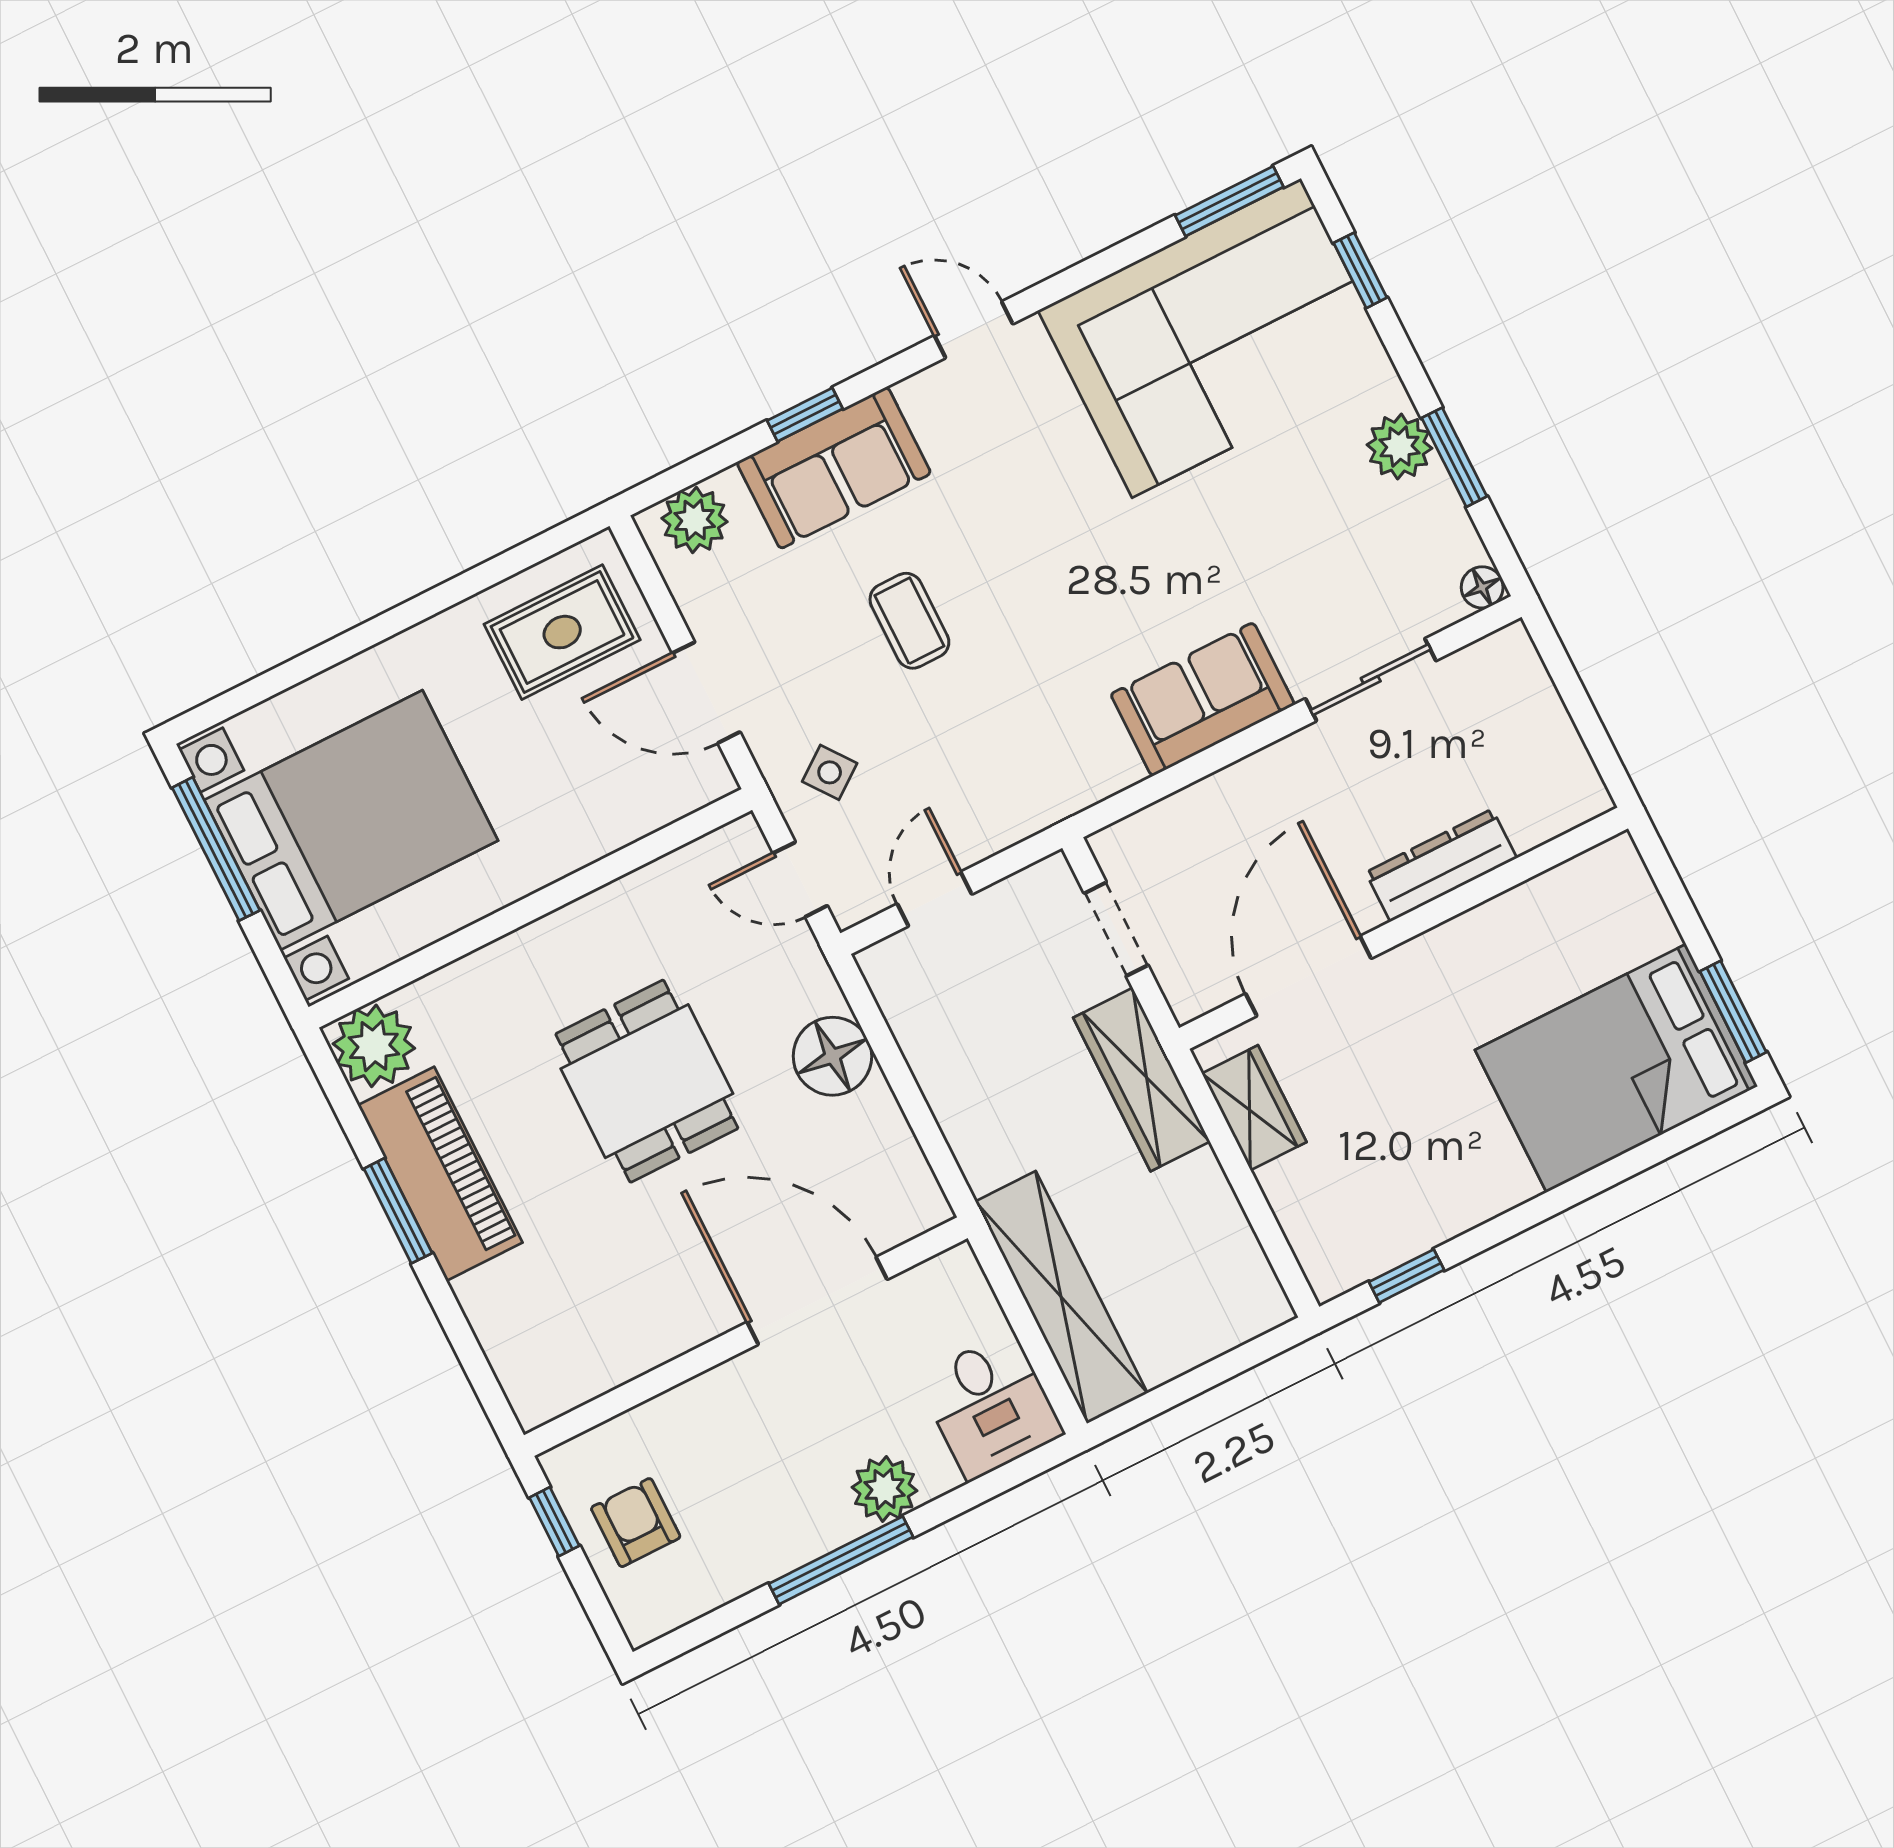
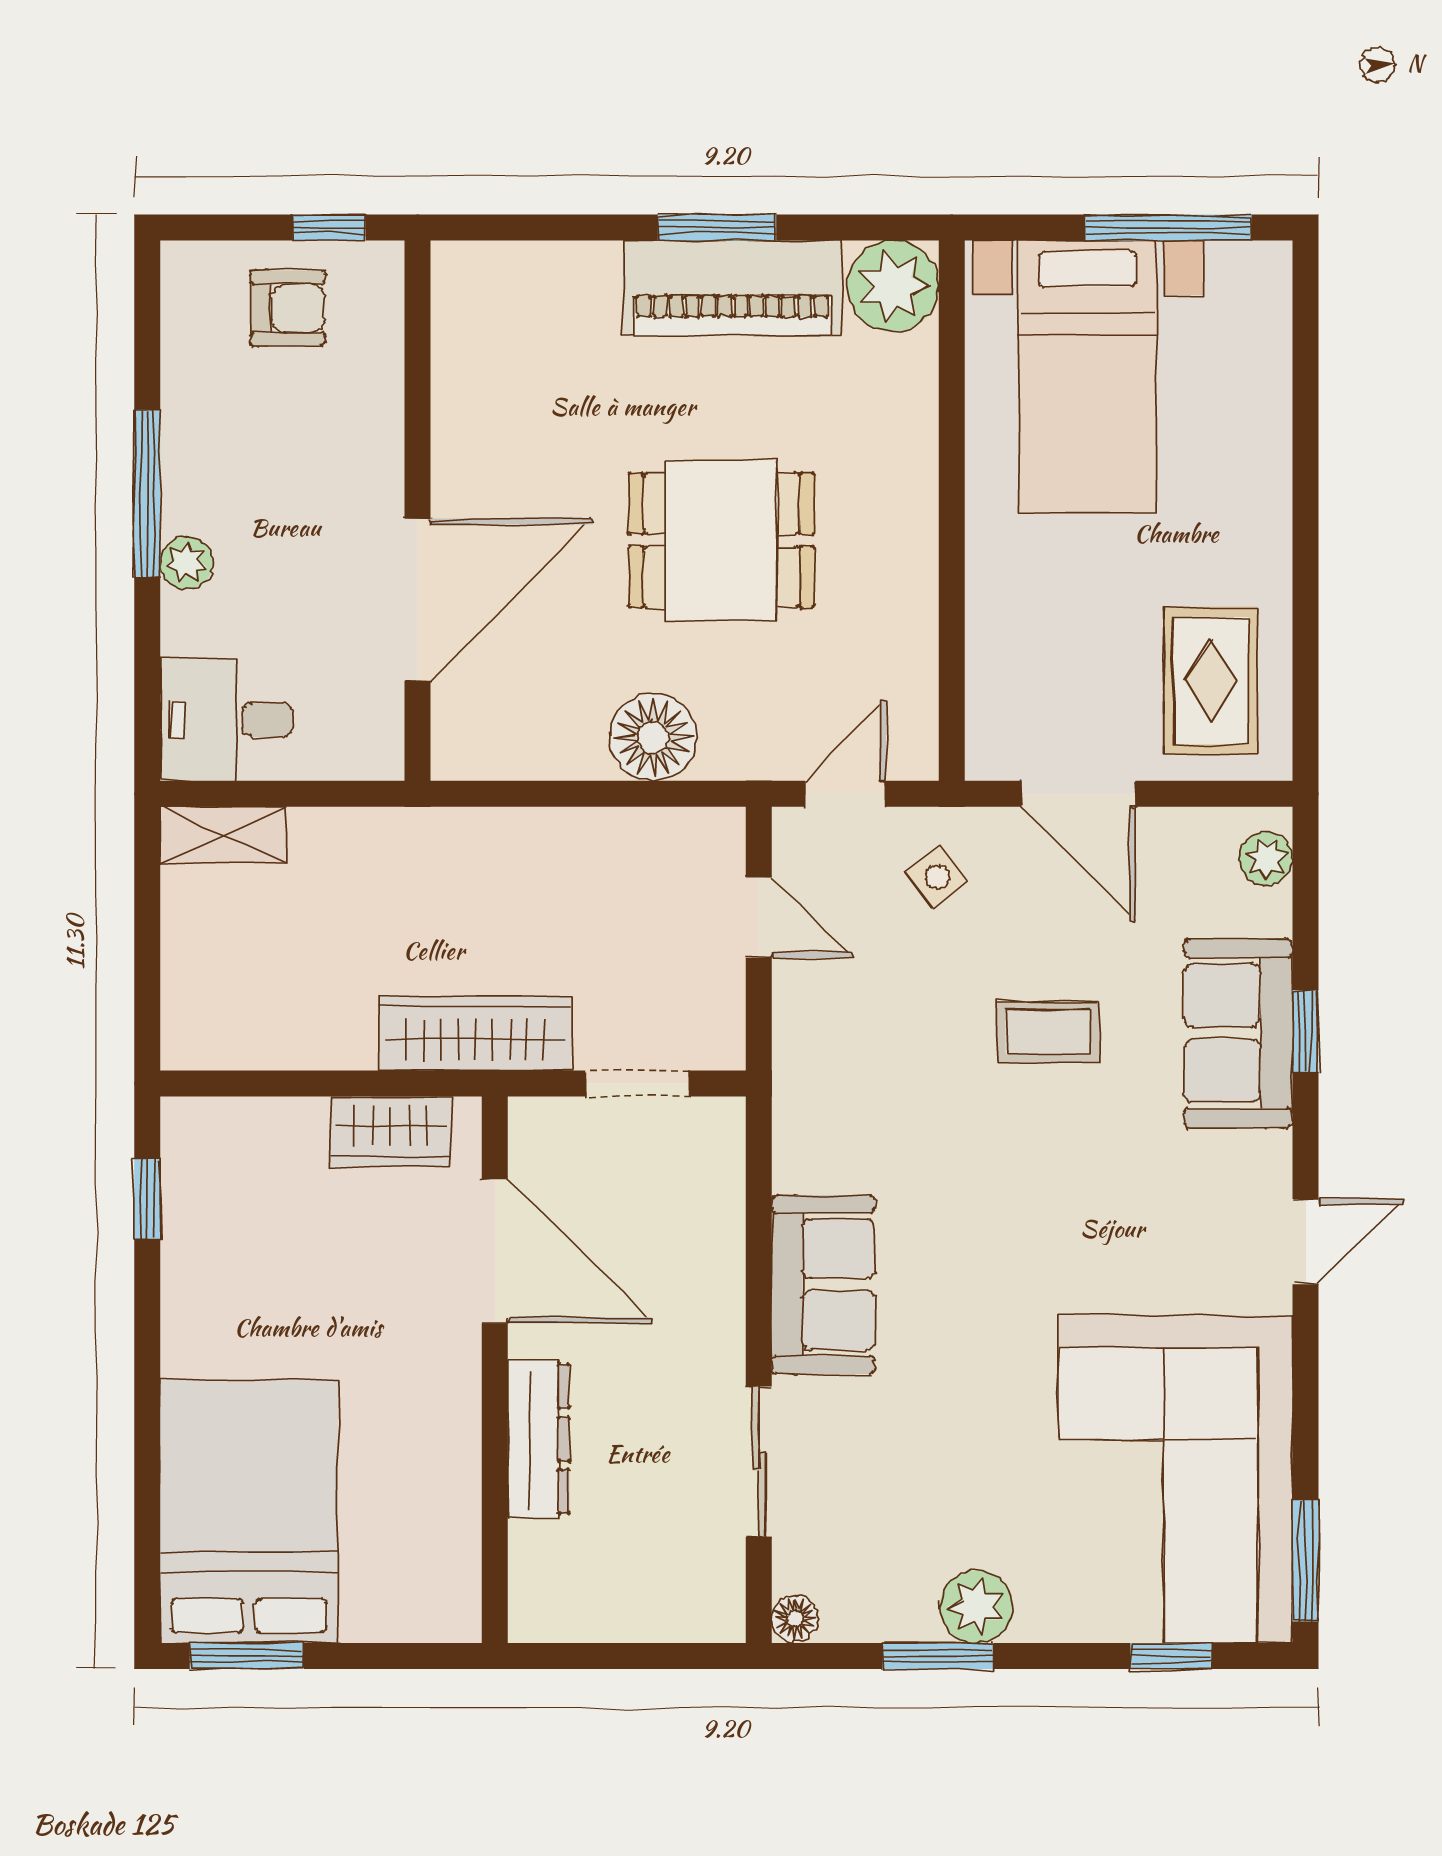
plant: (695, 520) -> (1266, 859), width x0.73, depth x0.73
door: (706, 693) -> (1078, 794), swing flipped
bed with nightstands: (351, 820) -> (1088, 376), width x0.73
shelving: (1061, 1297) -> (223, 835), width x0.45, depth x0.75
plant: (885, 1489) -> (187, 563), width x0.73, depth x0.73

